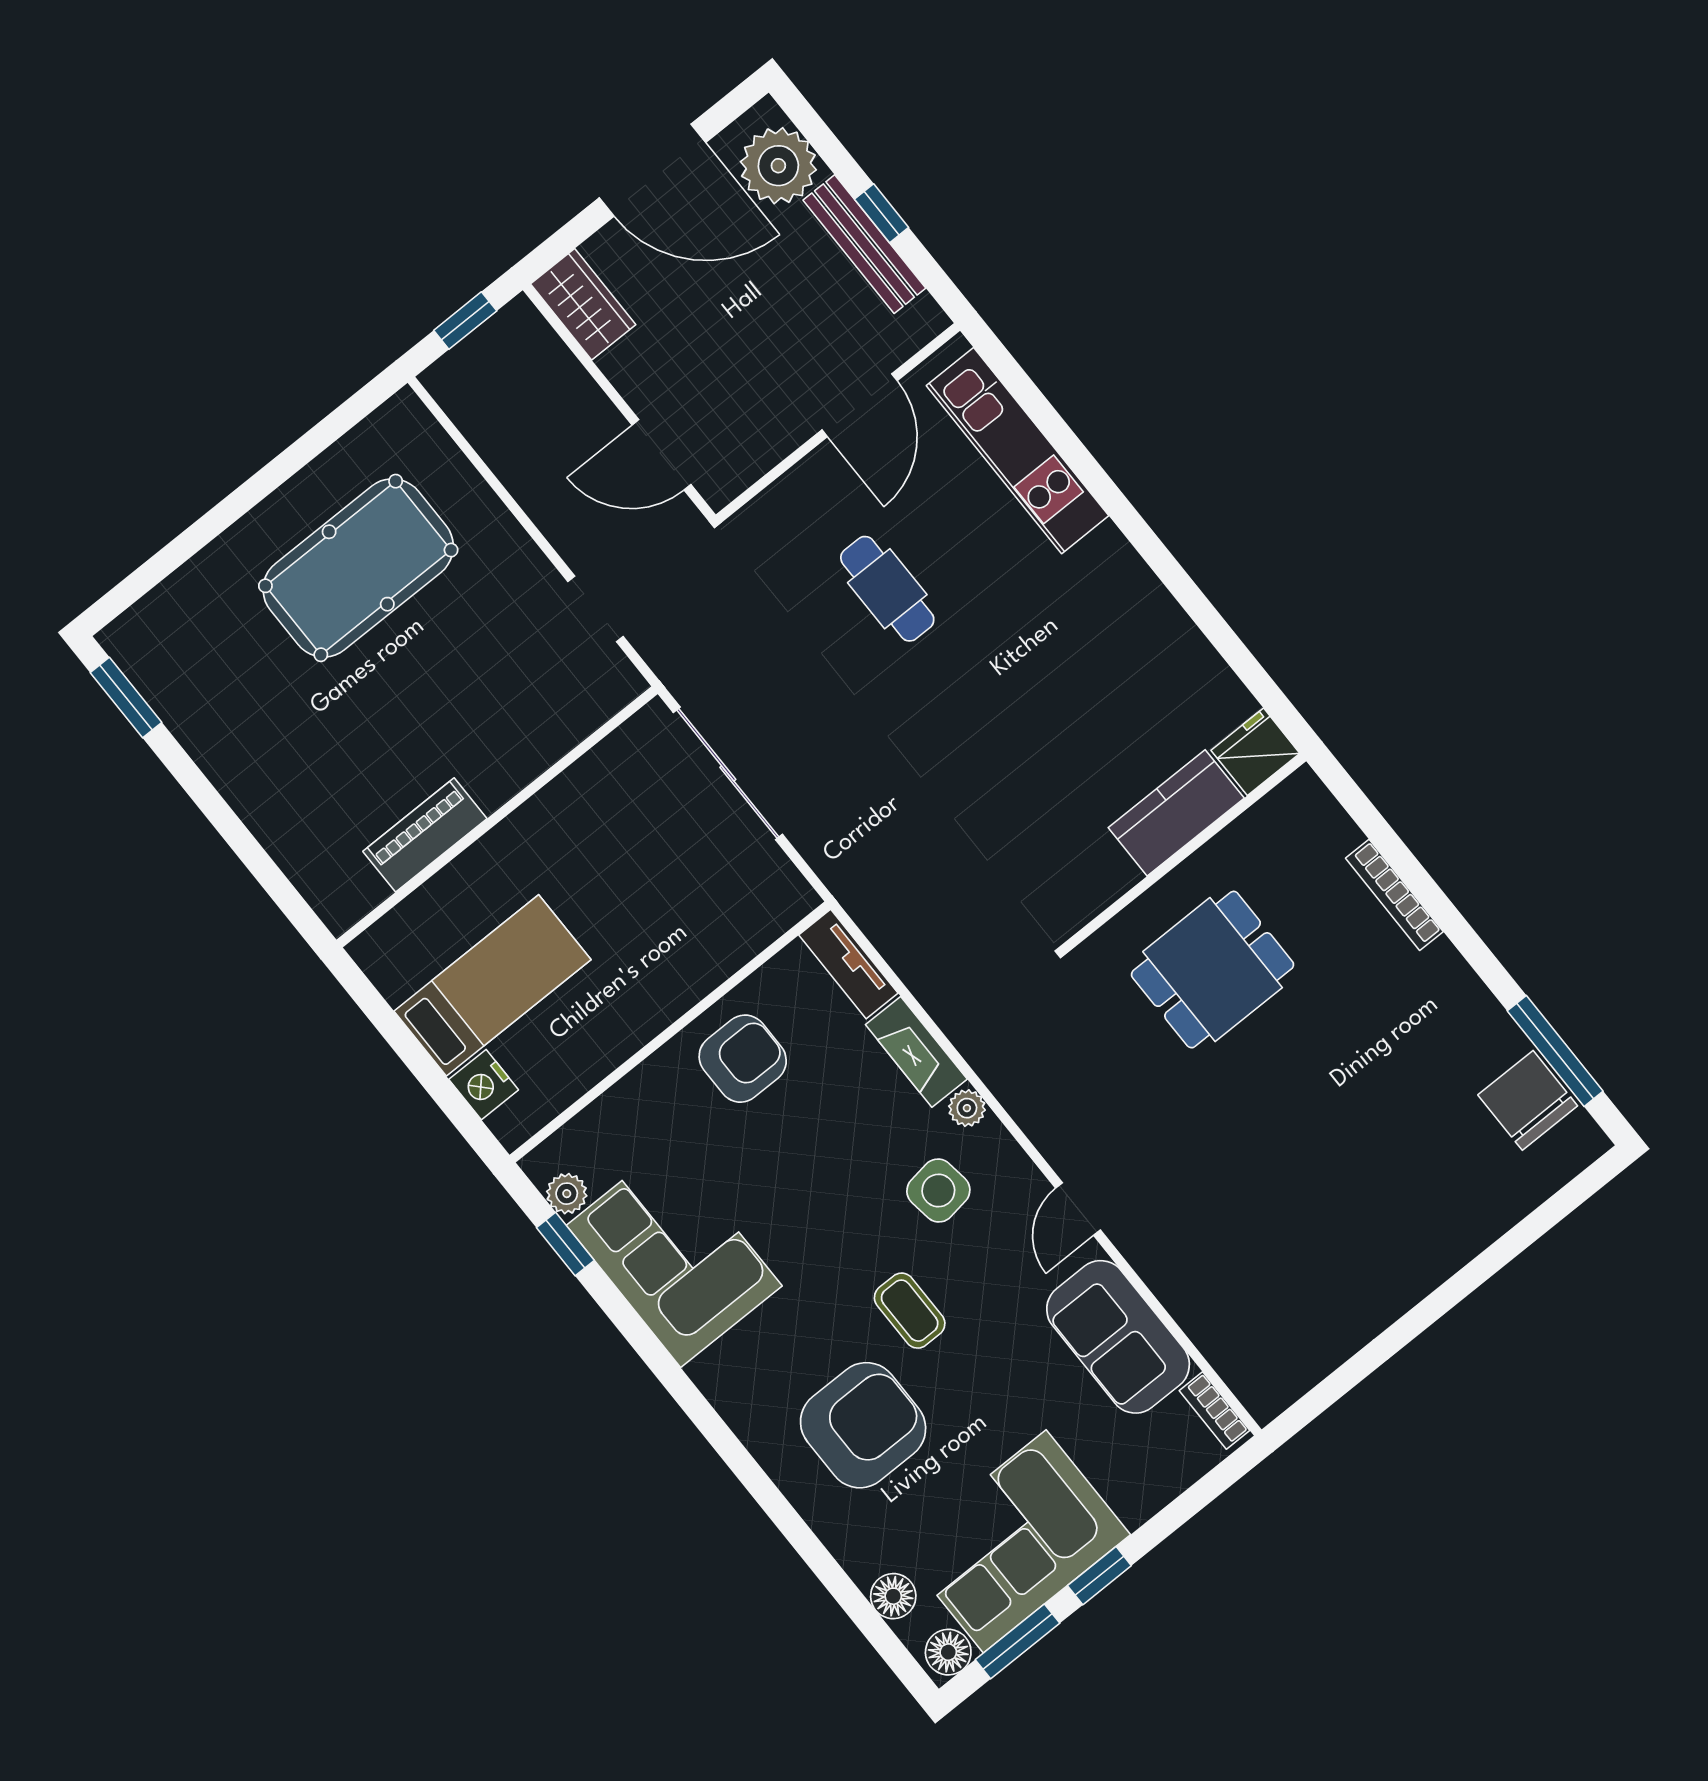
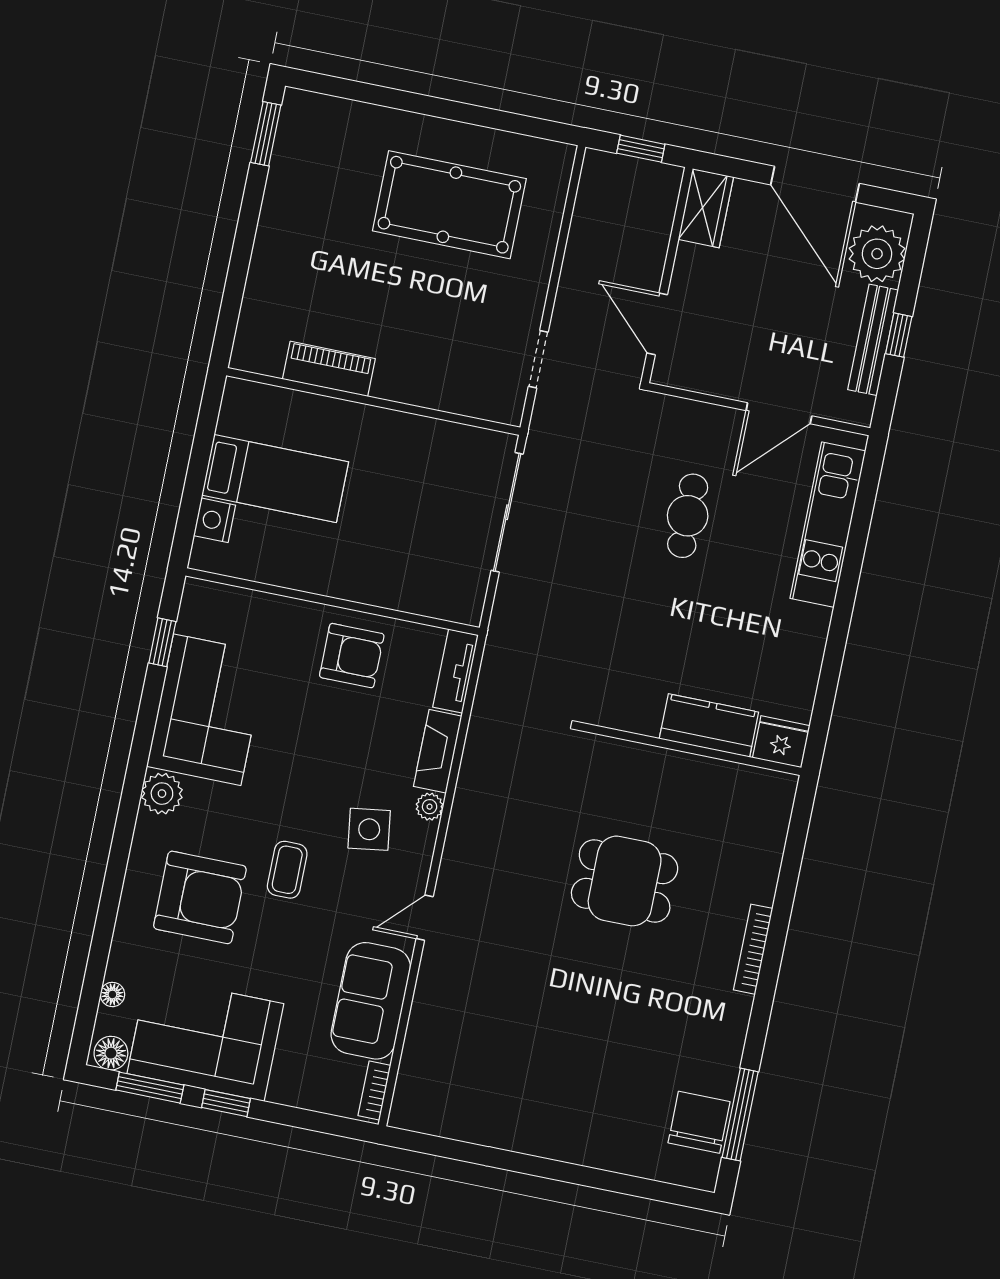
fridge: (1255, 752) -> (781, 742), moved
kitchen counter: (1176, 813) -> (709, 725), moved
wall: (1184, 853) -> (690, 749), moved
plant: (567, 1194) -> (162, 794), moved, width x1.38, depth x1.38
floor lamp: (893, 1596) -> (112, 994), width x0.73, depth x0.73

